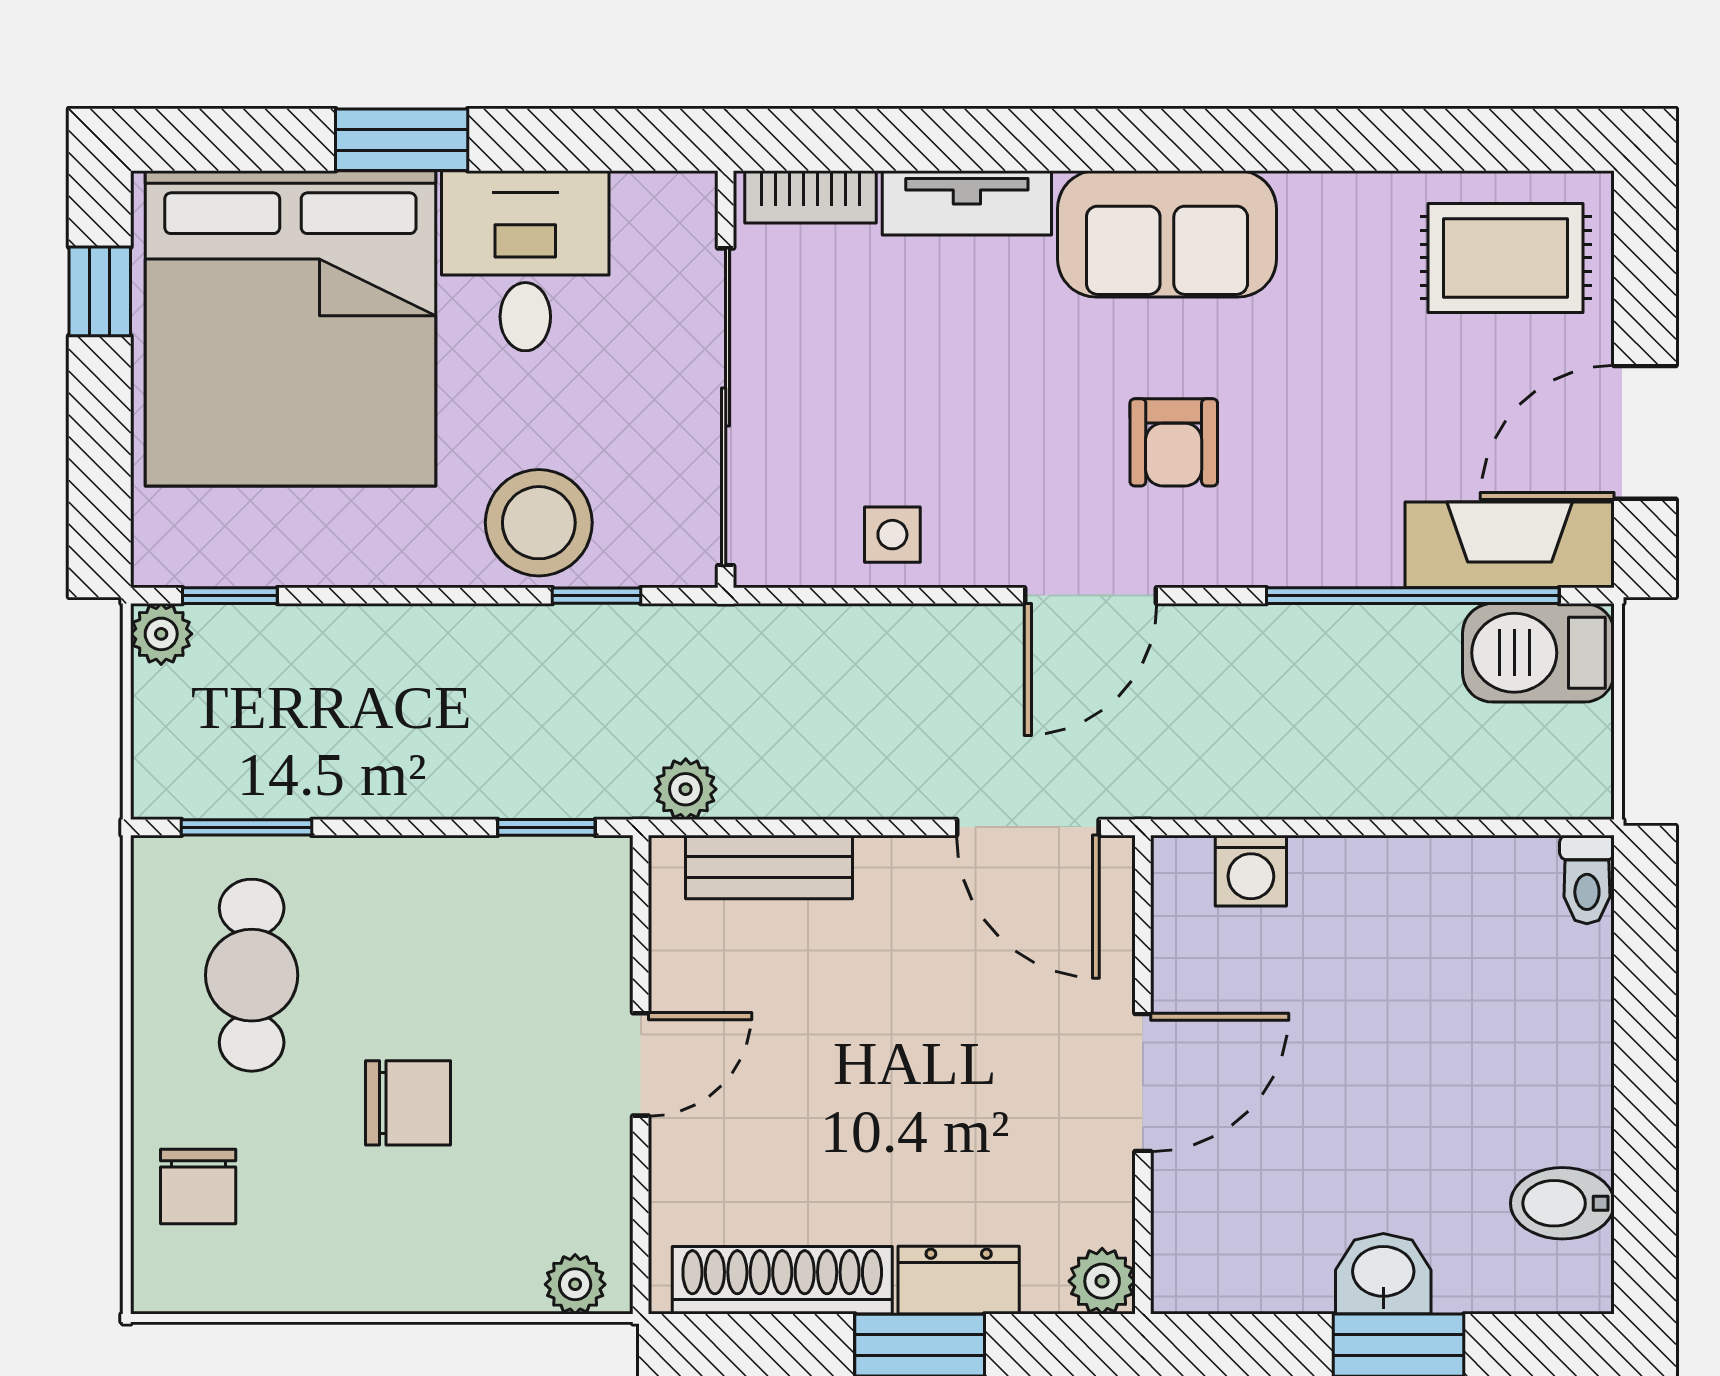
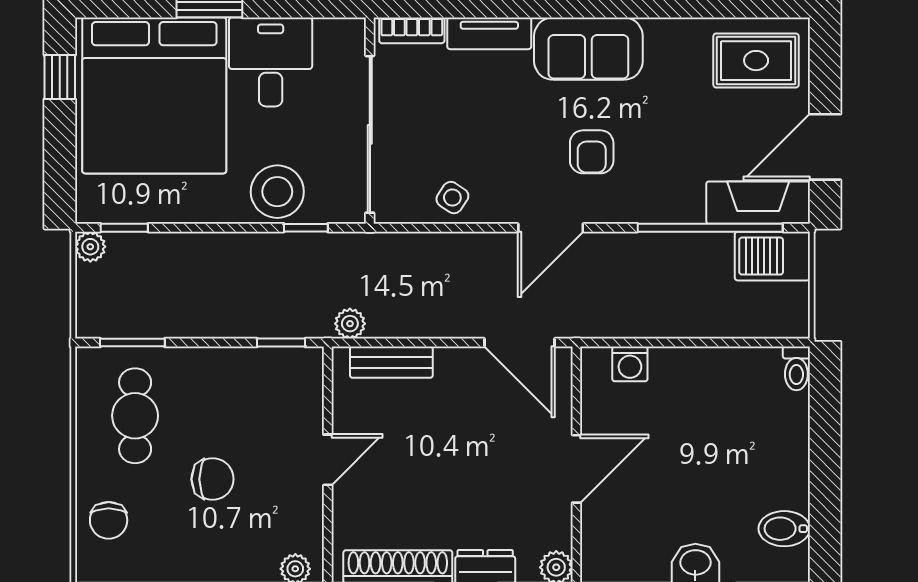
side table: (892, 535) -> (452, 198), turned 33

